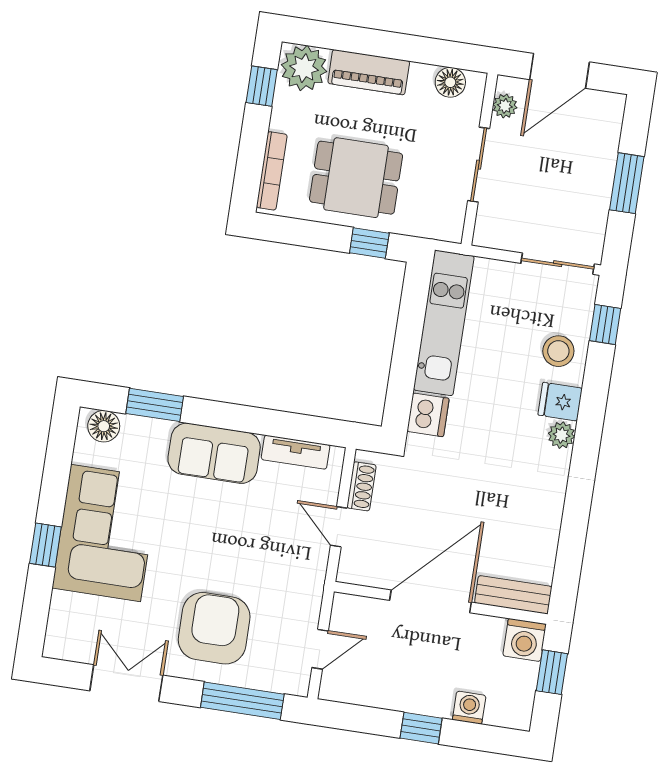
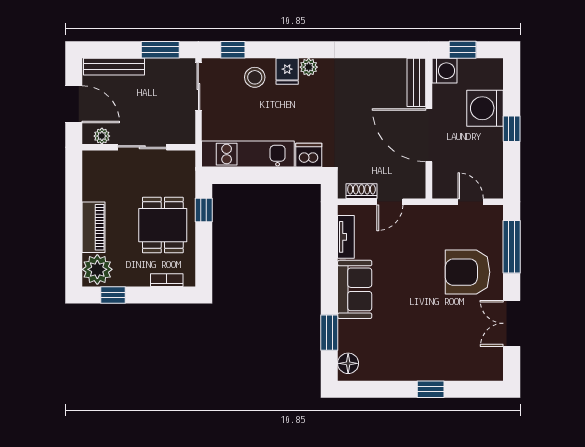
floor lamp: (450, 82) -> (92, 174), removed
bench: (607, 141) -> (114, 67), added
bookcase: (272, 171) -> (167, 280), width x0.64
window: (627, 183) -> (160, 50), moved
corner sofa: (106, 533) -> (417, 352), removed
washing machine: (469, 708) -> (485, 108), width x1.89, depth x1.89

